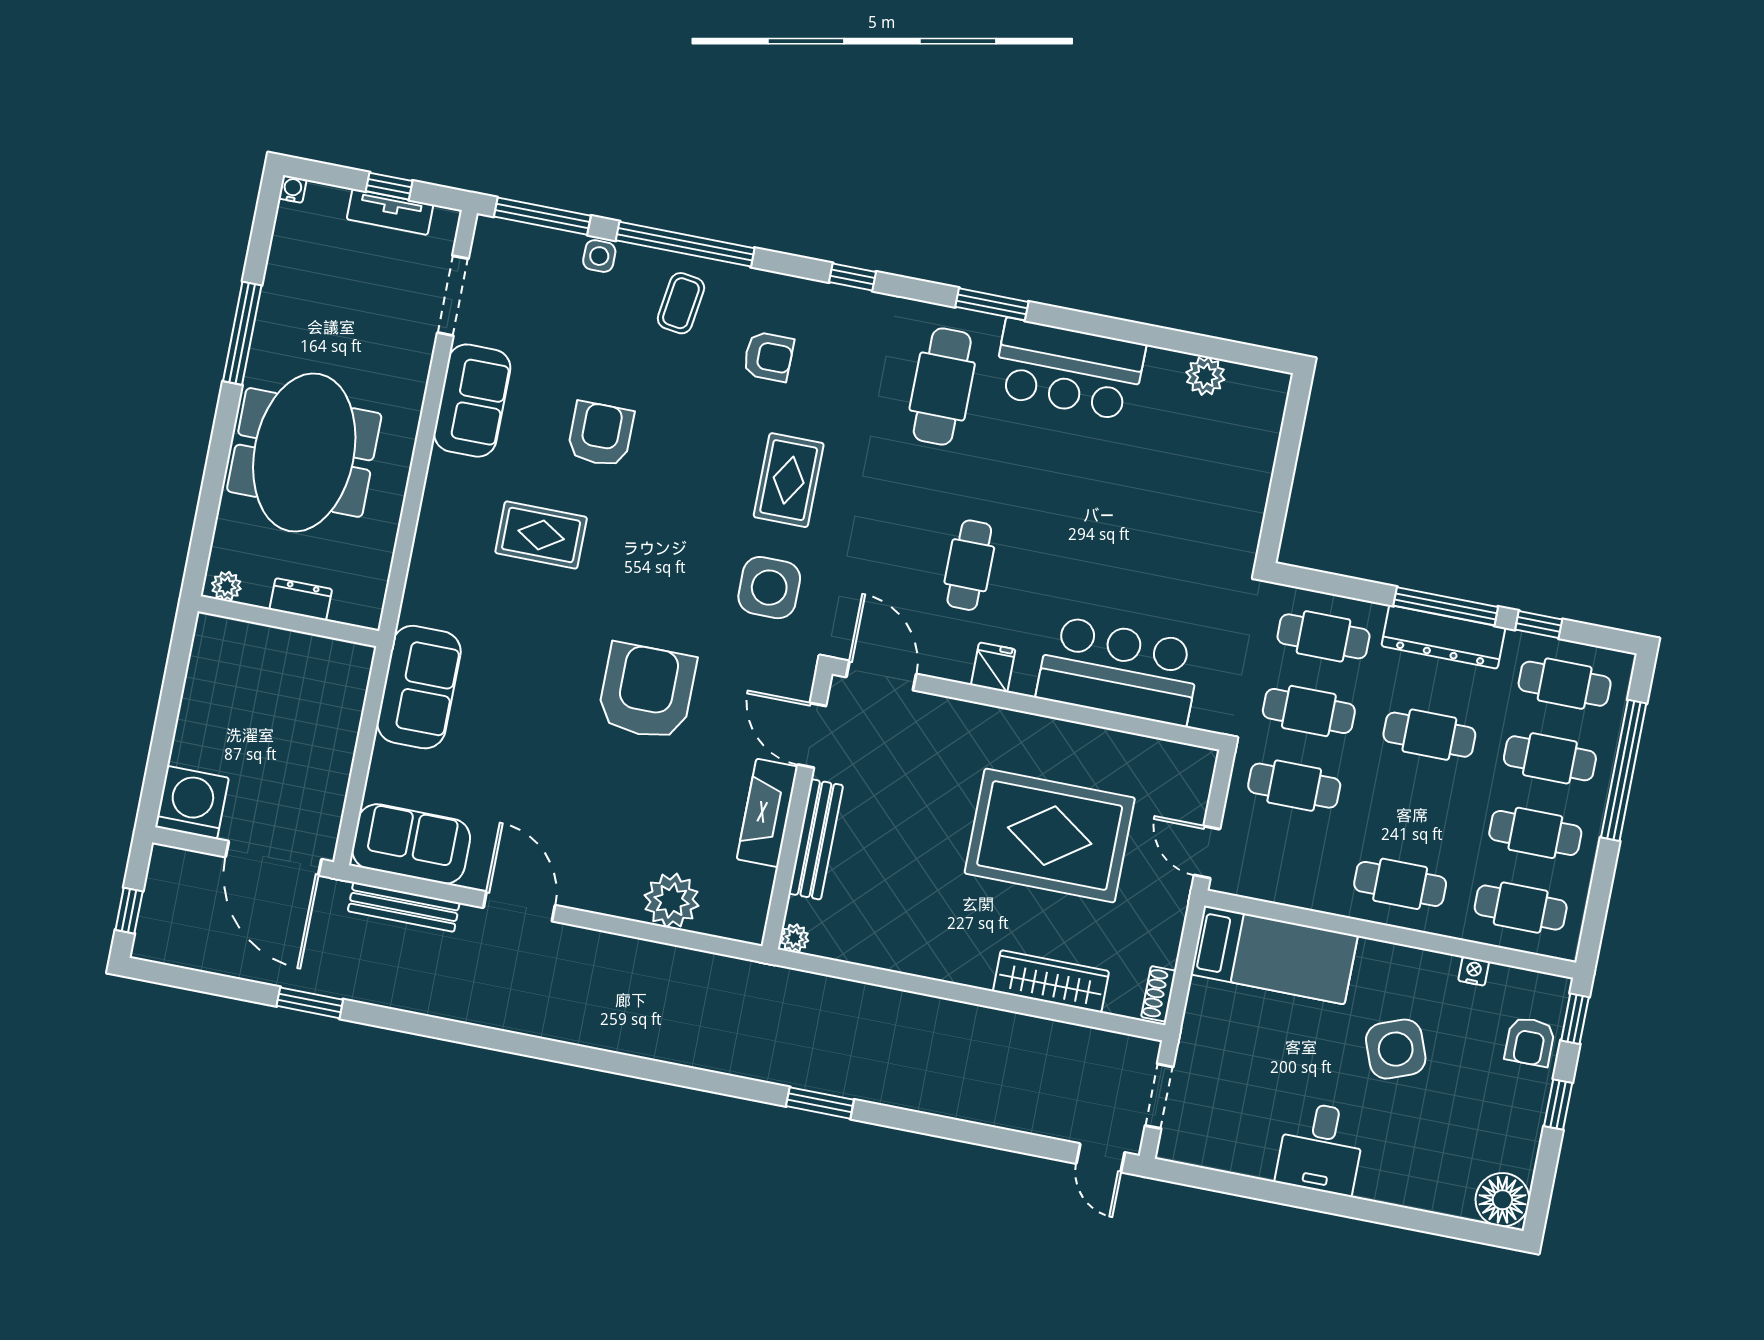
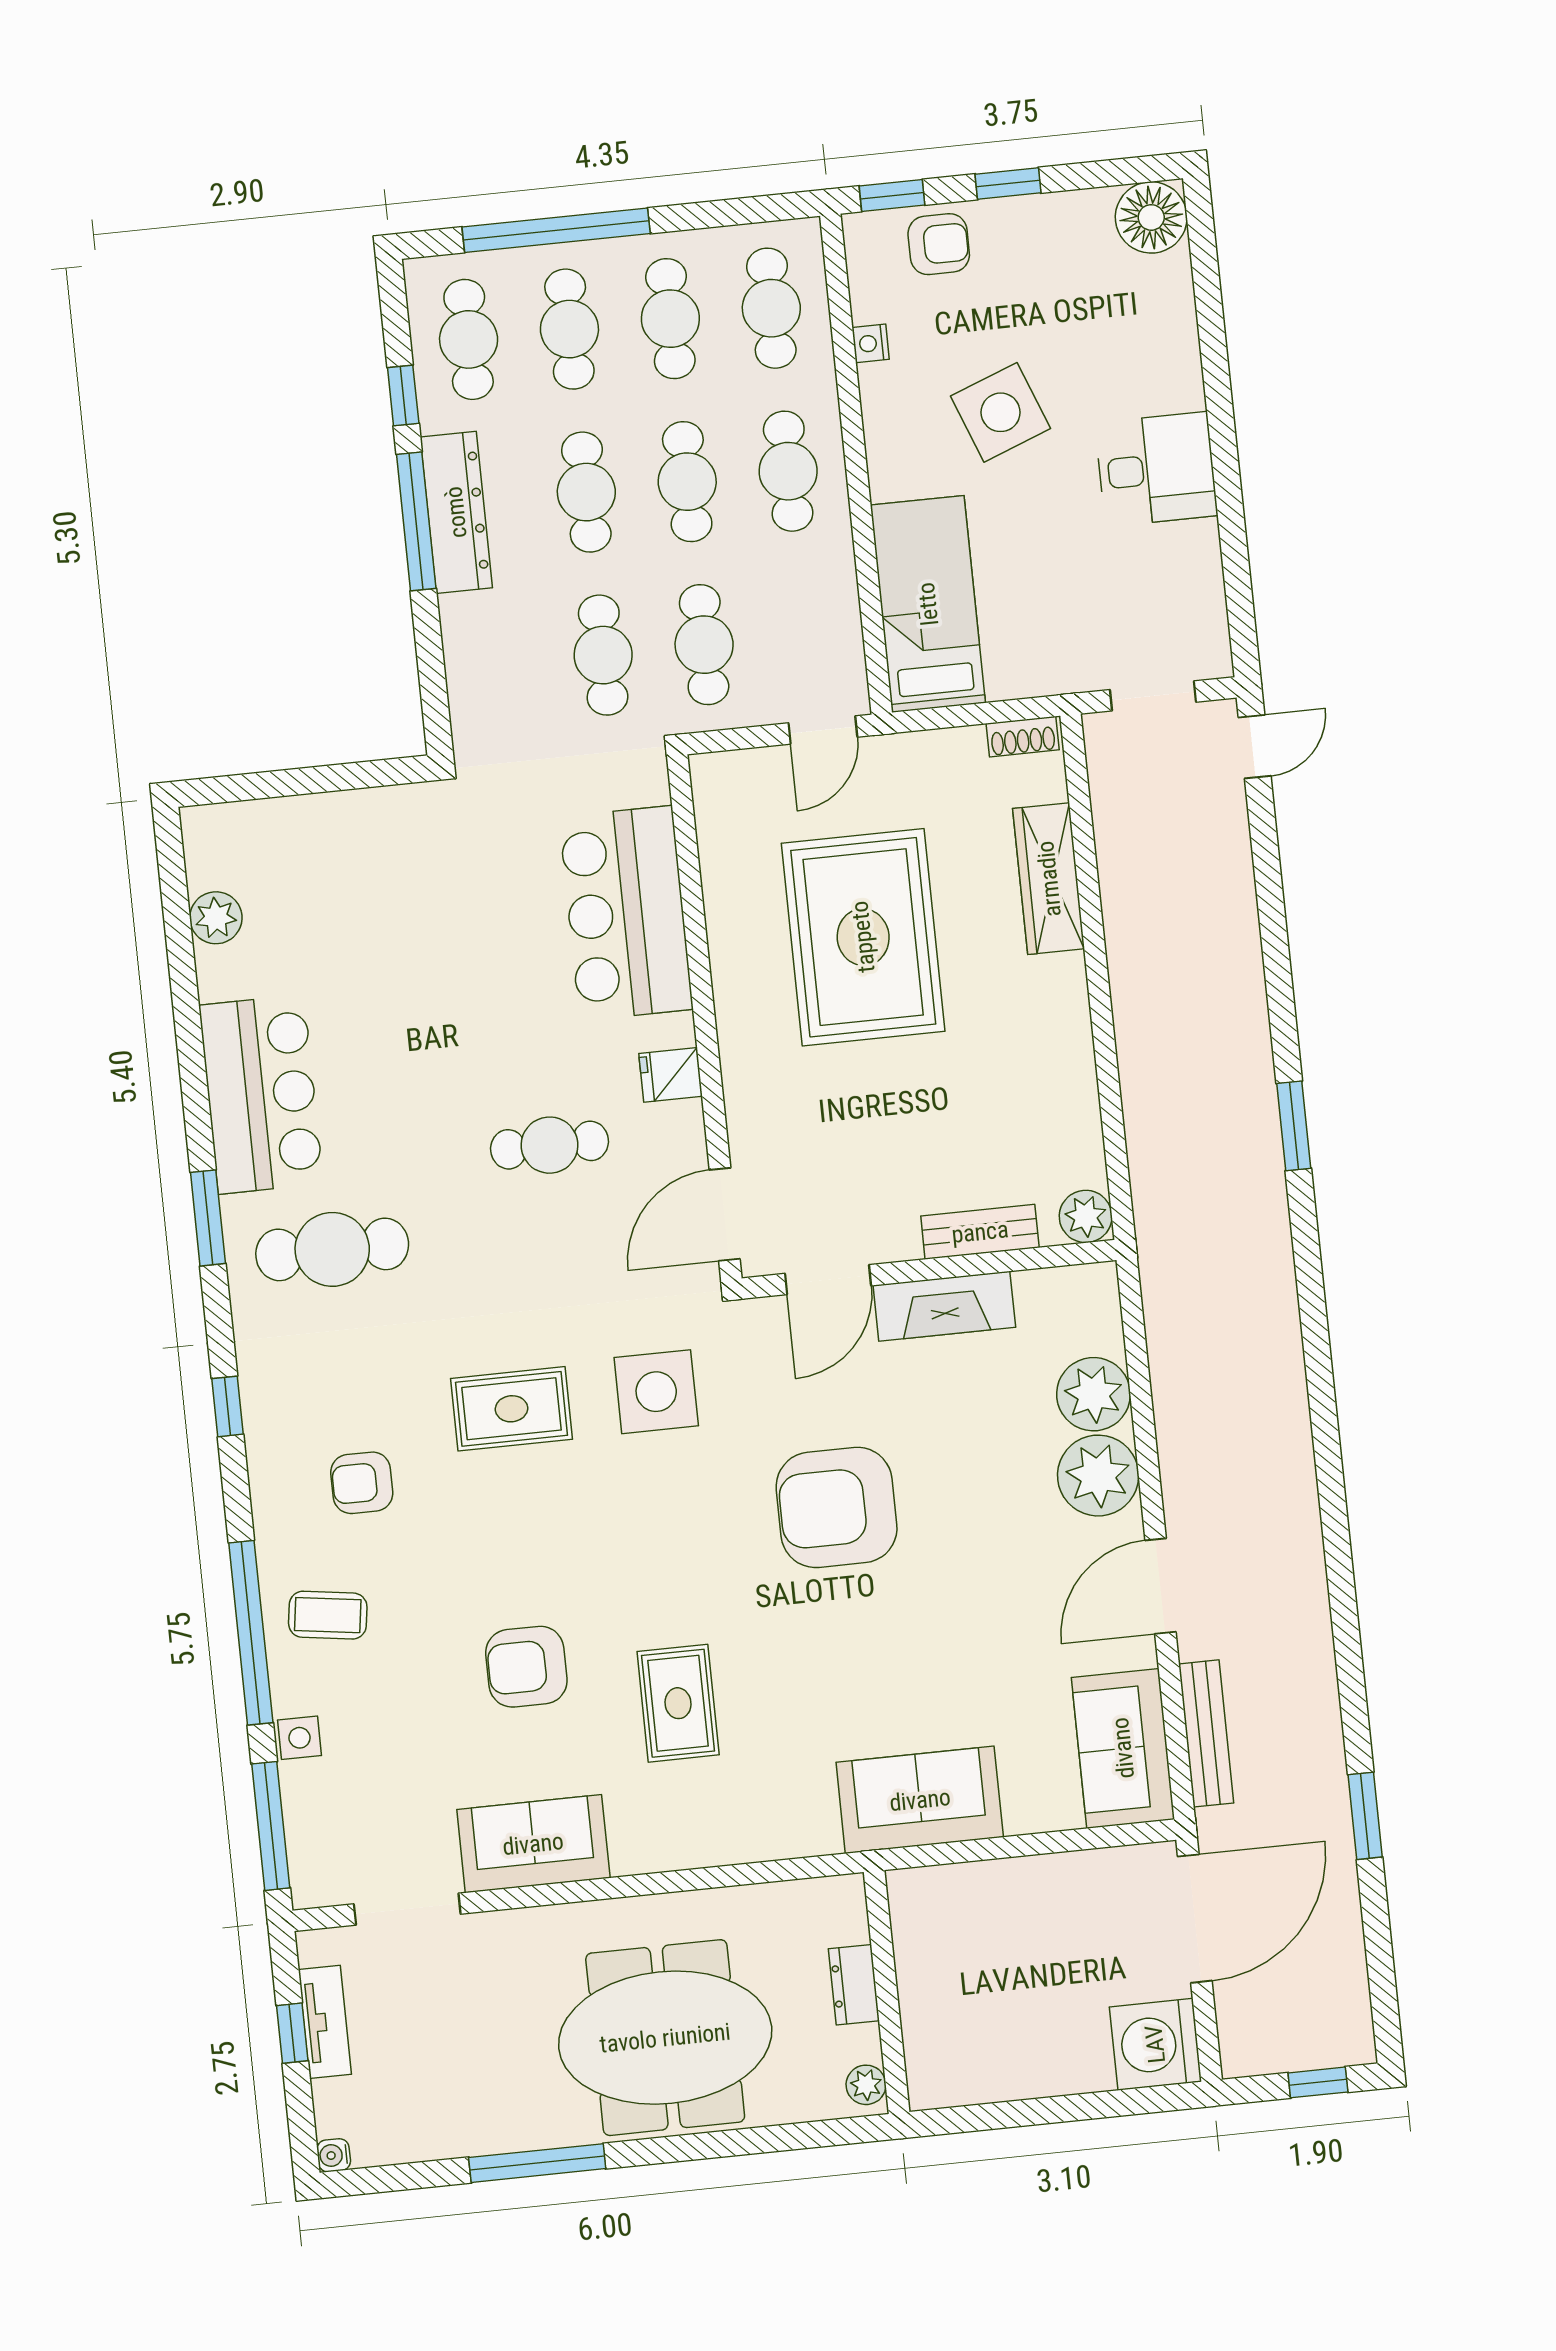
armchair: (768, 357) -> (362, 1483), turned -90
cafe table: (1323, 636) -> (687, 482), moved
bench: (816, 839) -> (980, 1232), width x0.73
plant: (612, 886) -> (1098, 1476), added
plant: (794, 938) -> (1086, 1216), width x1.38, depth x1.38

